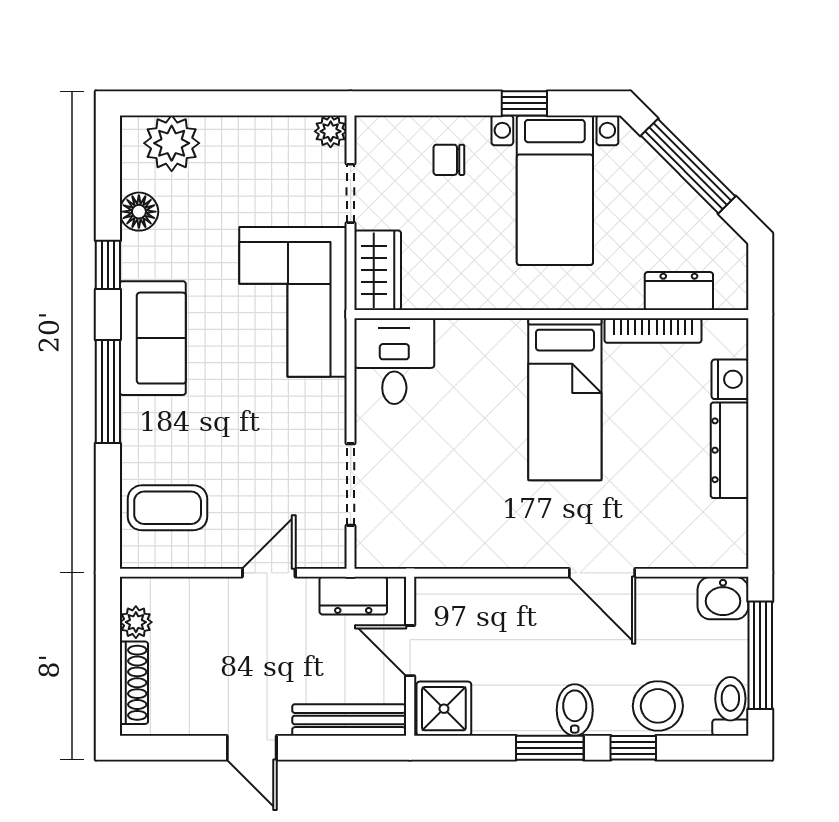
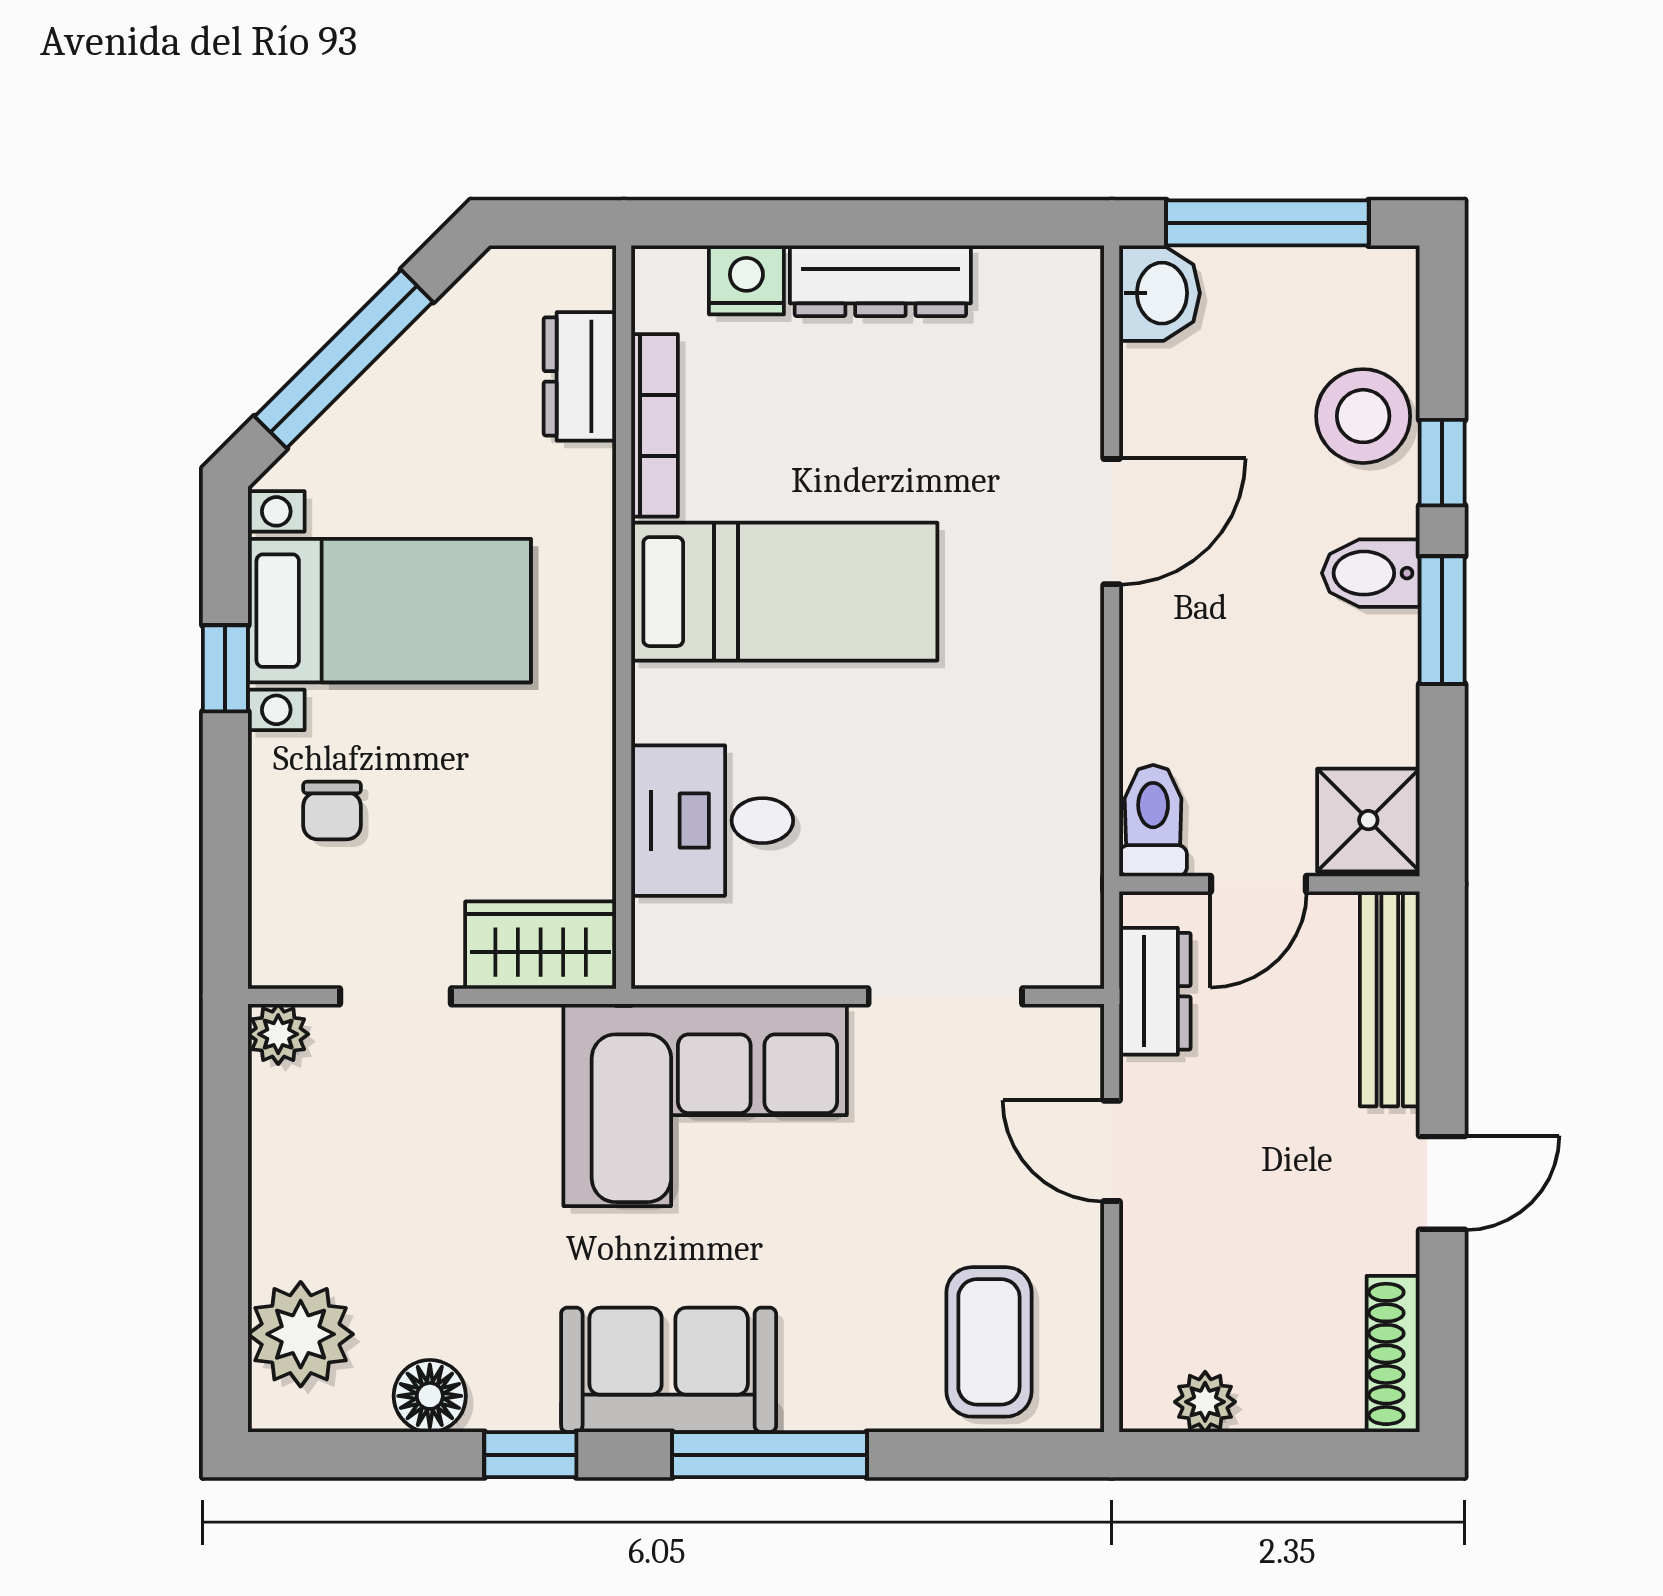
corner sofa: (293, 302) -> (705, 1105), moved
desk: (394, 361) -> (712, 821), moved
shoe rack: (134, 683) -> (1393, 1354), moved, turned -90
toilet: (730, 706) -> (1153, 821), moved, turned 90

